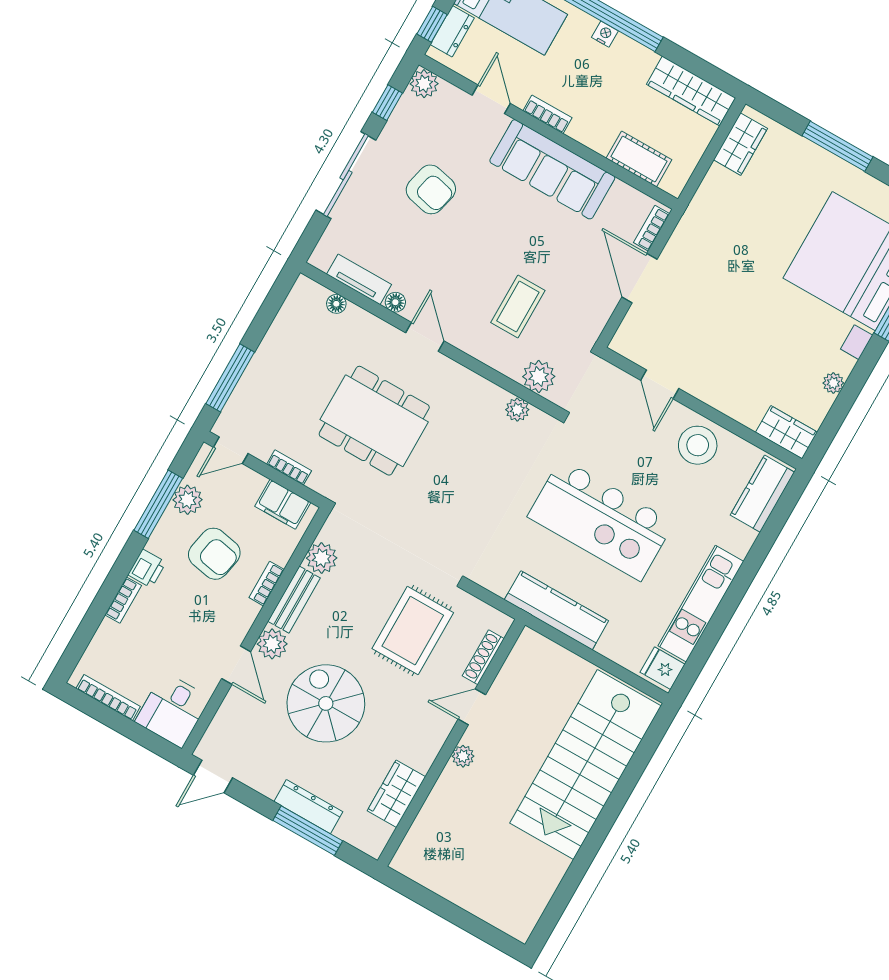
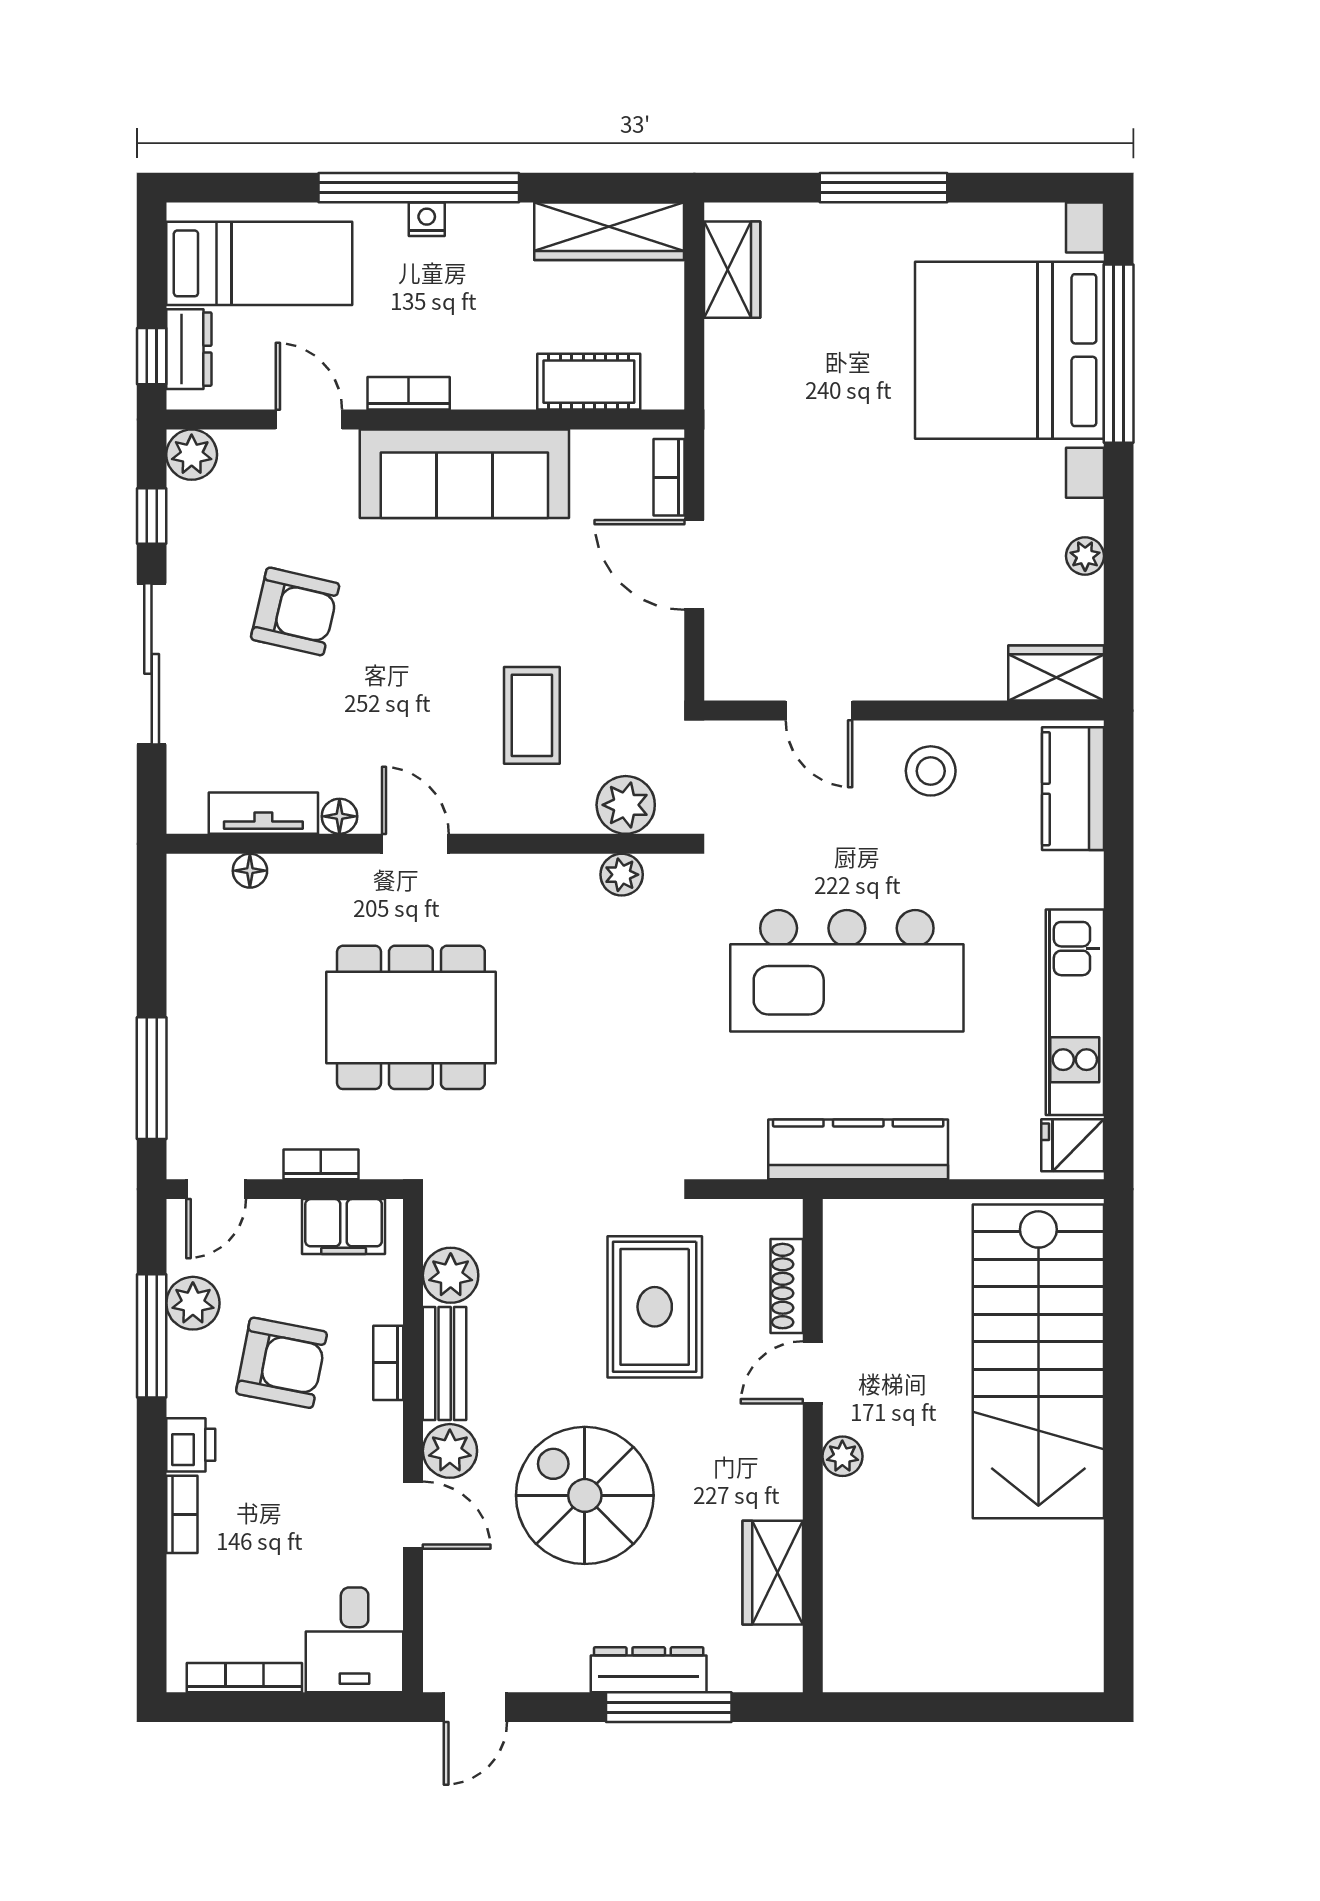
stool: (698, 445) -> (931, 771), width x0.73, depth x0.73

